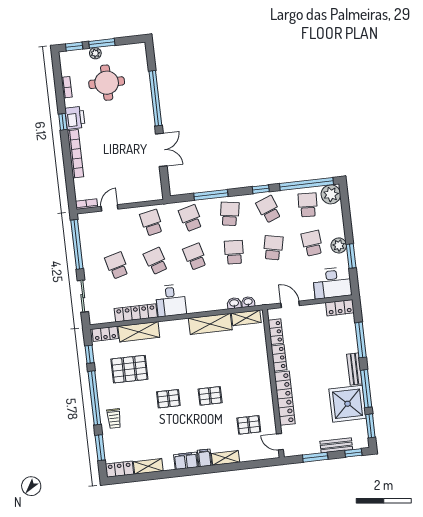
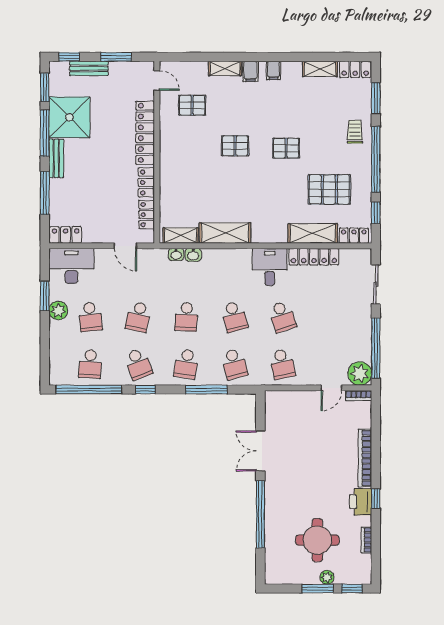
plant: (331, 194) -> (360, 374), moved
school desk: (117, 266) -> (330, 317), removed
filing cabinet: (186, 461) -> (274, 70), width x0.50

